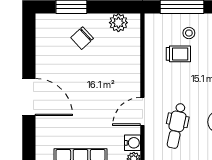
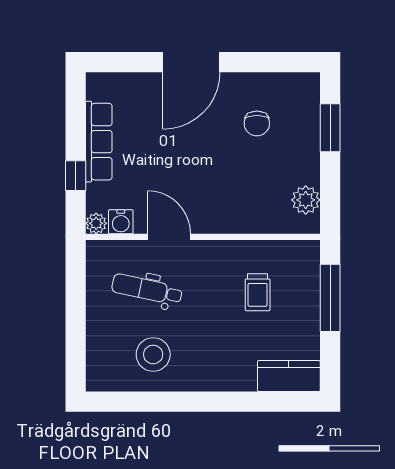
stool: (189, 33) -> (290, 308), removed
chair: (82, 38) -> (257, 123), moved, turned -137

